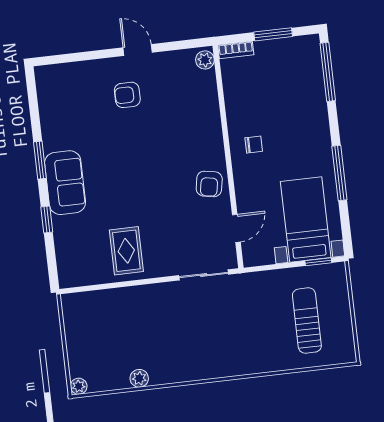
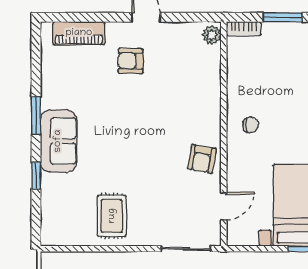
piano: (73, 74) -> (79, 33), added

